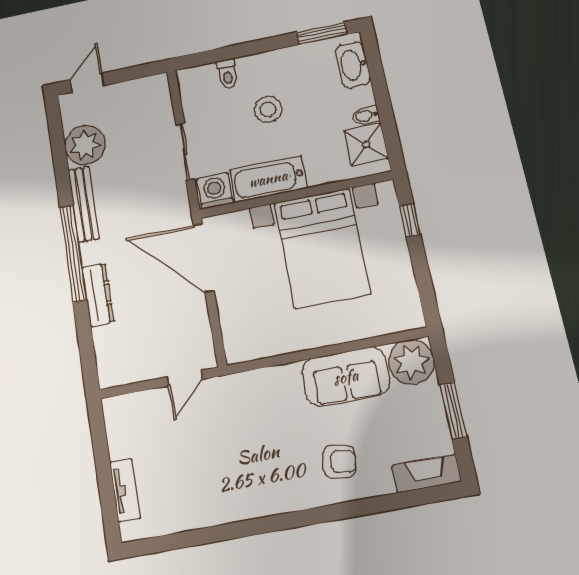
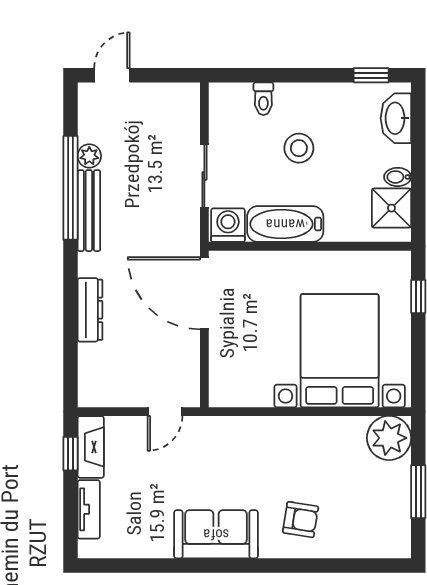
window: (322, 33) -> (371, 75), width x0.67
plant: (85, 145) -> (89, 156), width x0.53, depth x0.53
bed with nightstands: (322, 248) -> (340, 351), moved, turned 180
window: (73, 253) -> (70, 188), moved
sofa: (346, 377) -> (216, 534), moved, turned 180
window: (99, 437) -> (70, 454), added
fireplace: (427, 473) -> (91, 447), moved, turned 90

